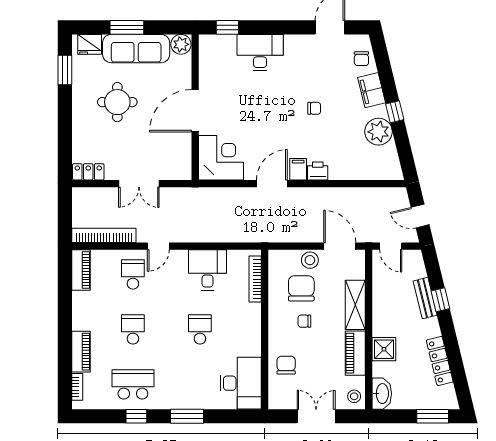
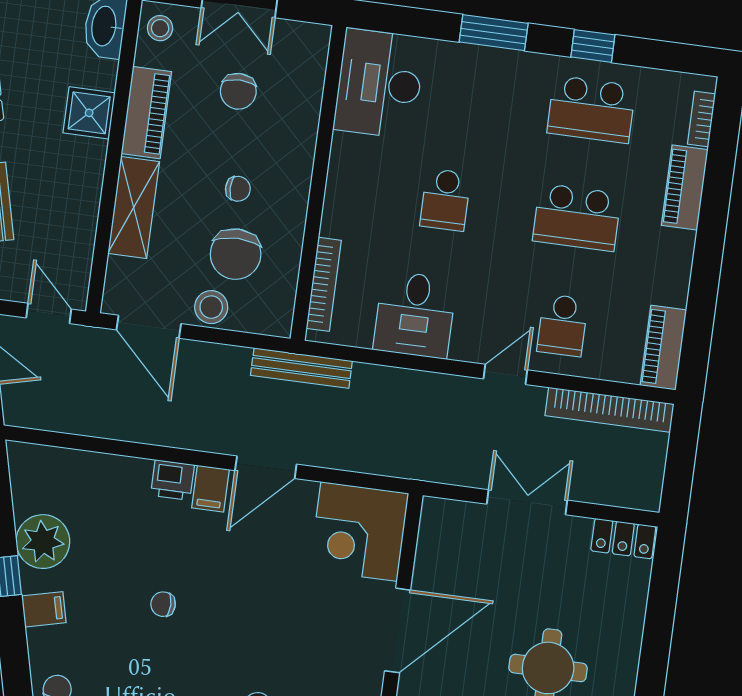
filing cabinet: (372, 90) -> (44, 609), width x0.50
bench: (261, 236) -> (301, 368), added
school desk: (133, 329) -> (577, 217), width x1.85
chair: (286, 365) -> (238, 91), moved

